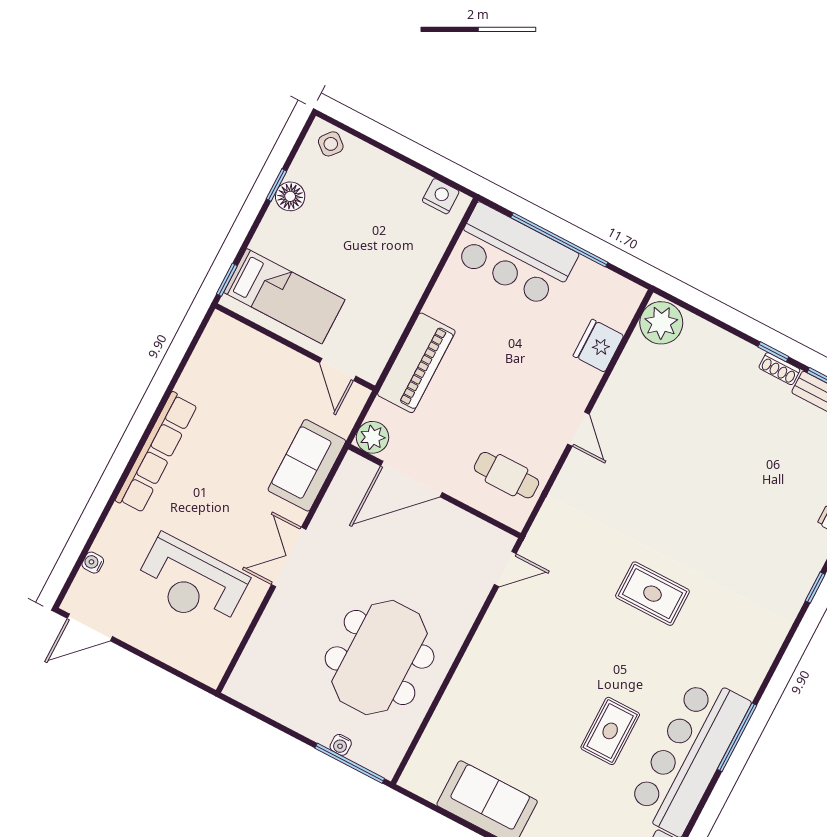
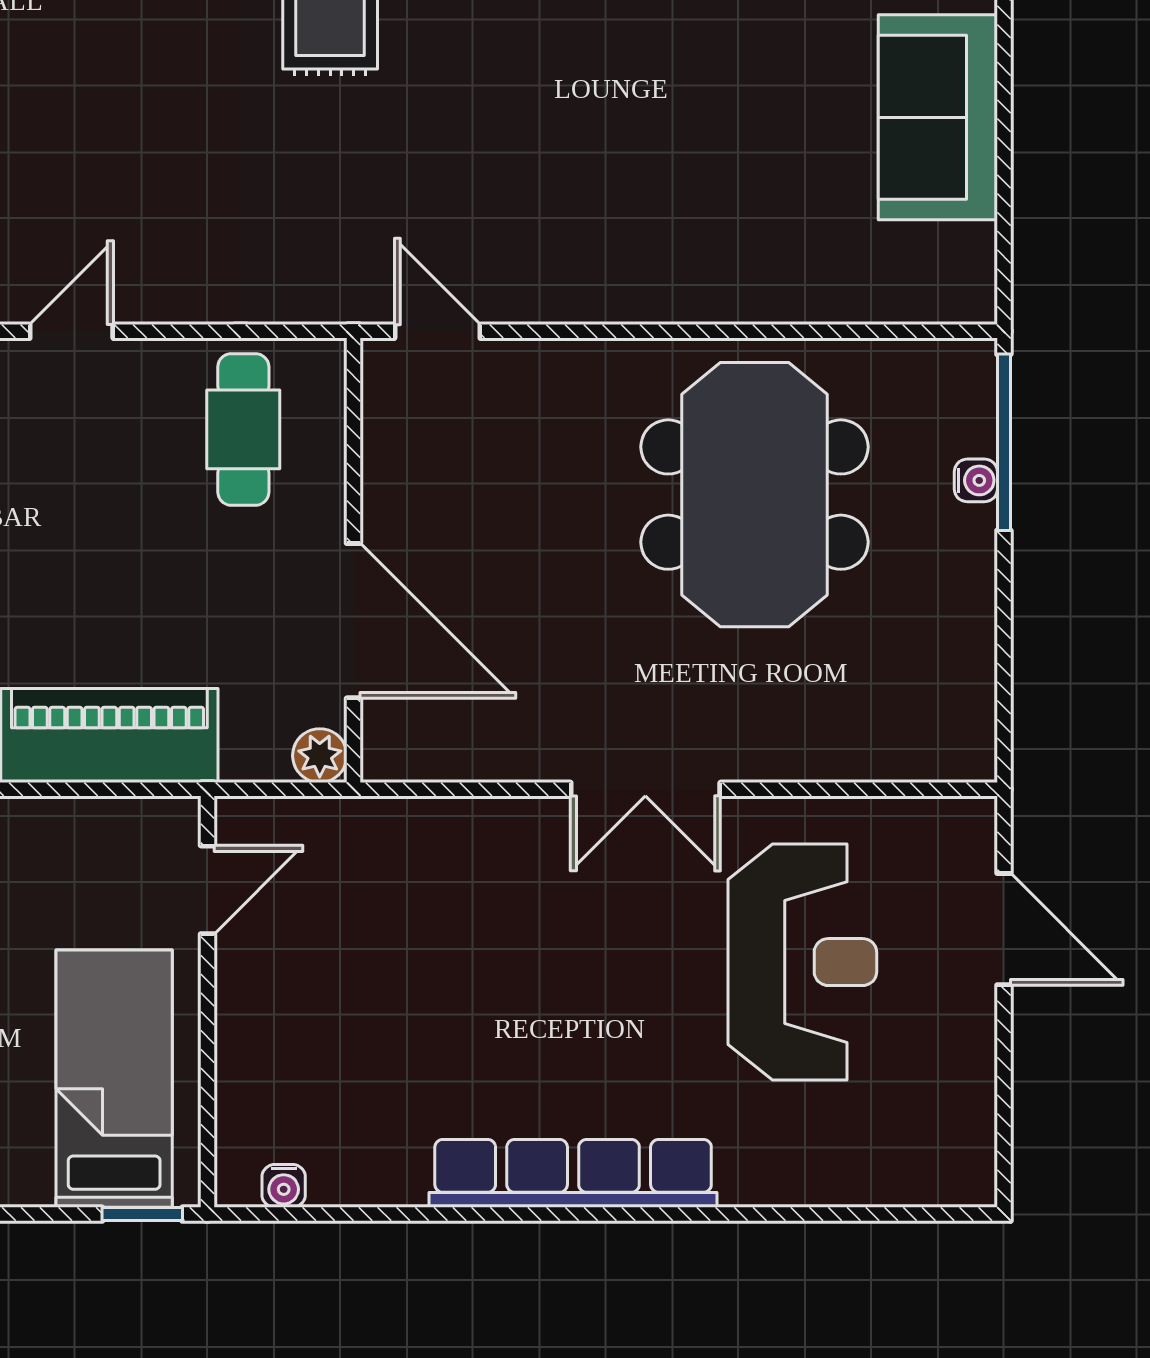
plant: (373, 437) -> (320, 756), width x0.73, depth x0.73
sofa: (307, 465) -> (438, 850), removed
water cooler: (93, 563) -> (284, 1186), moved
door: (90, 627) -> (1004, 929), moved
meeting table: (380, 657) -> (755, 495), turned 90

